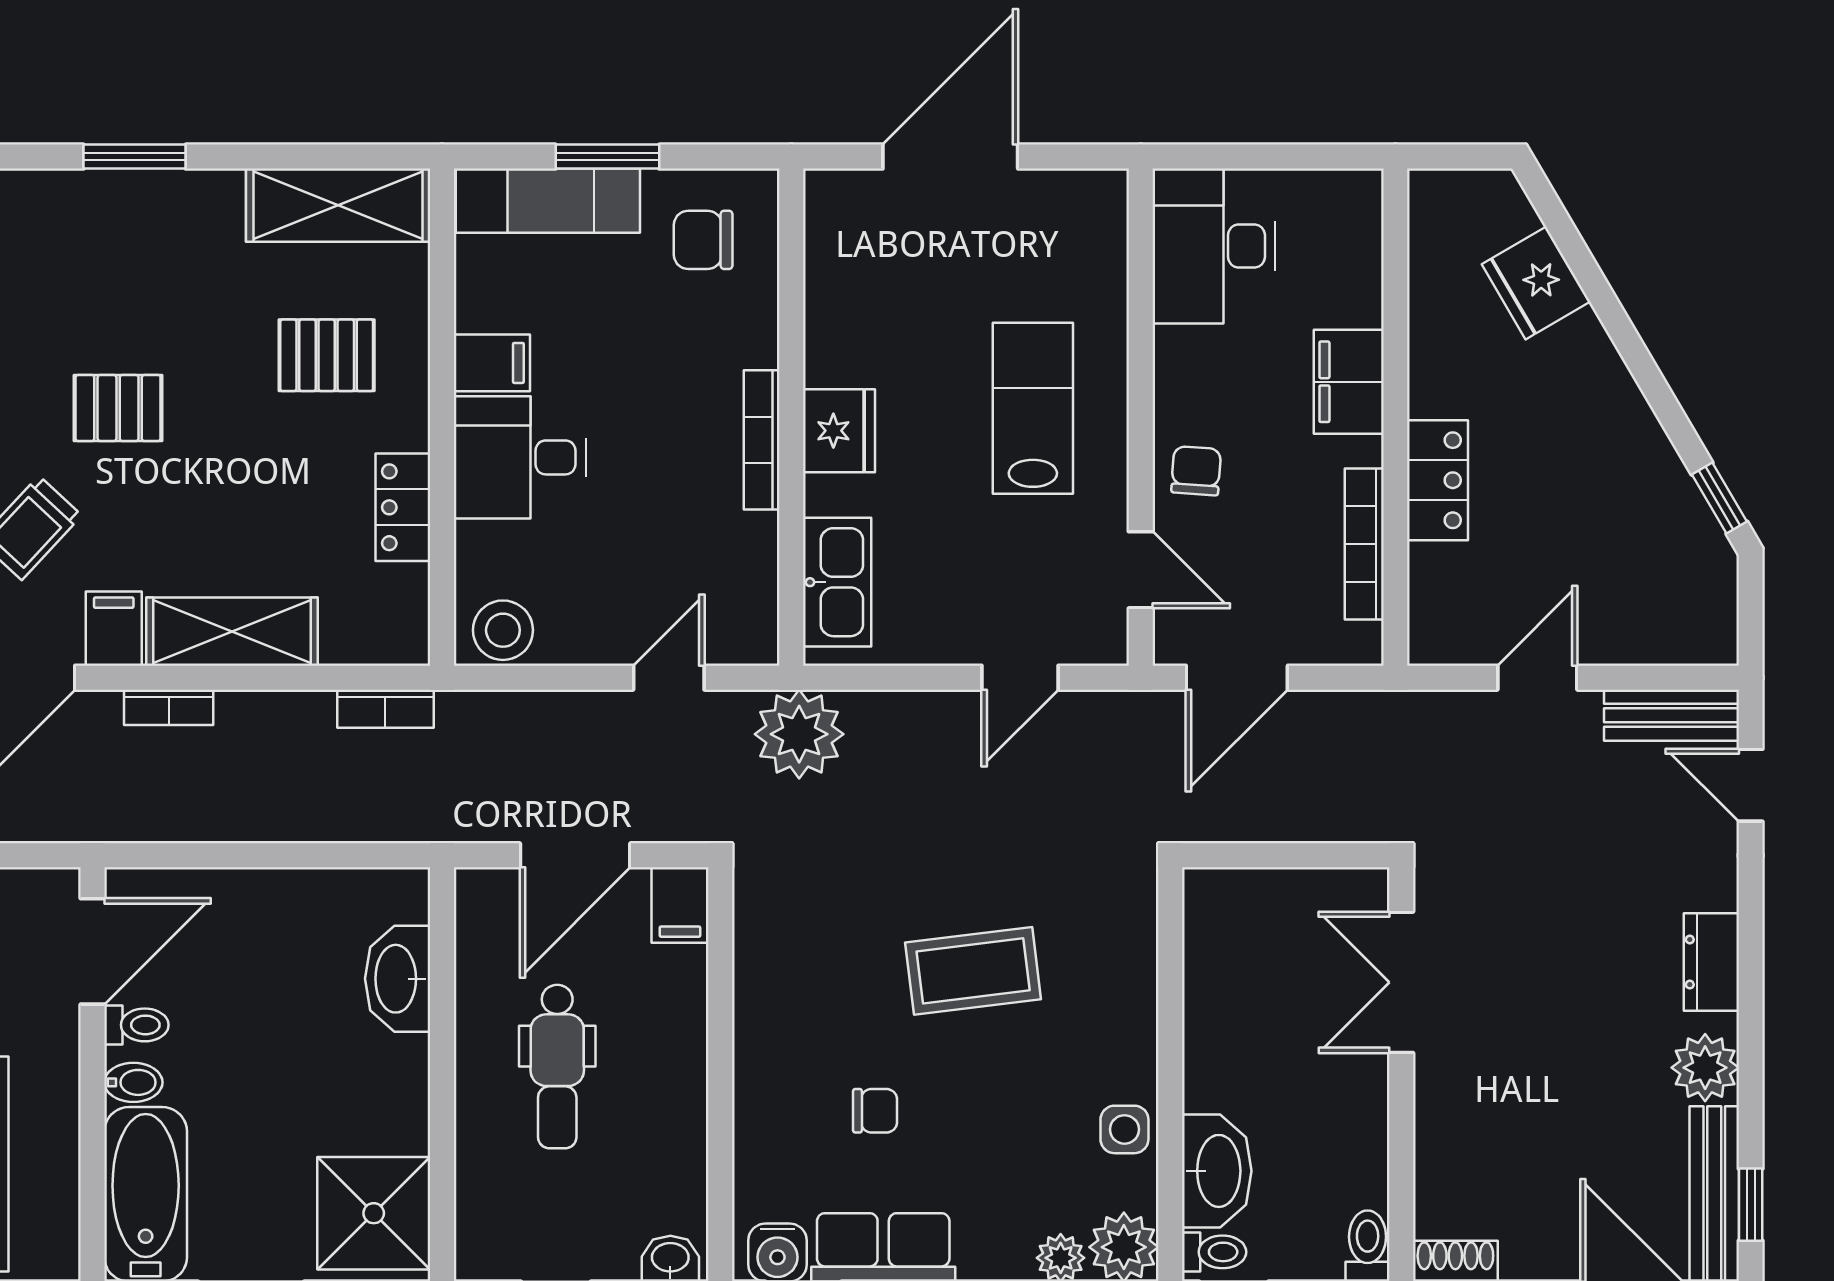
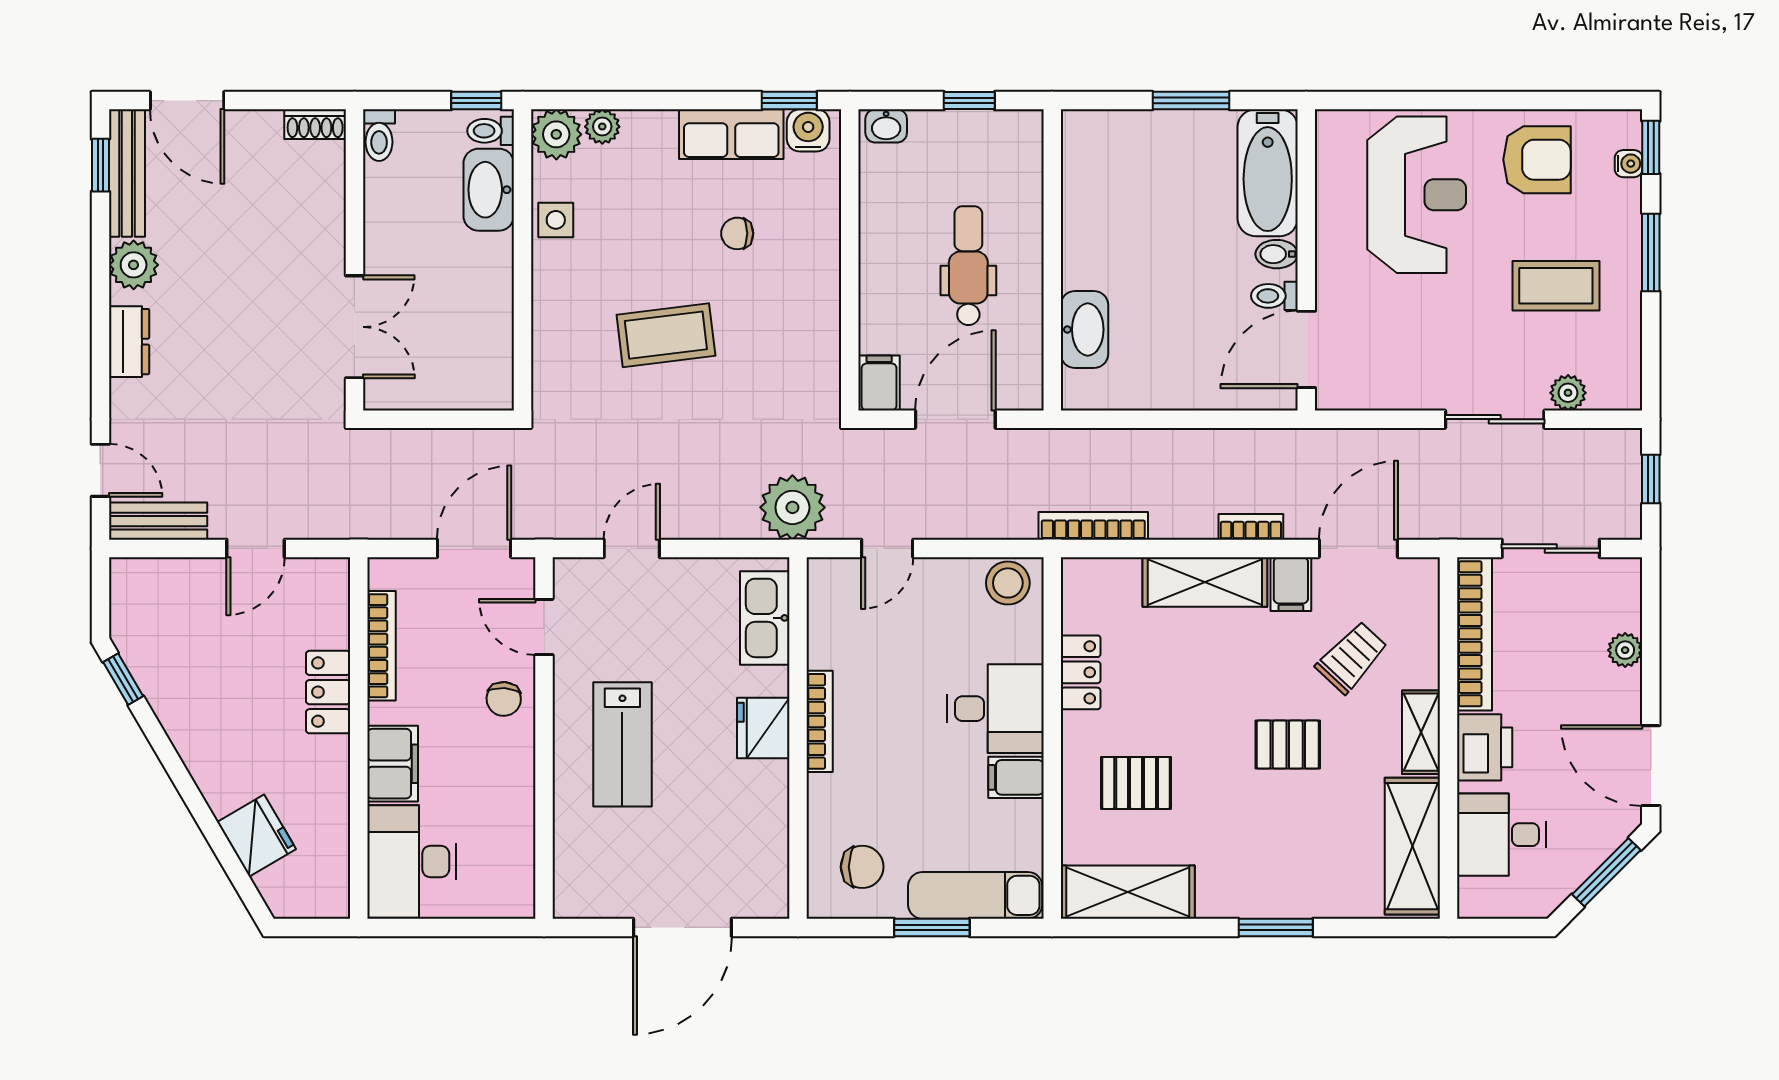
desk: (1214, 246) -> (412, 861), moved, turned 180
bookcase: (385, 709) -> (1093, 526), width x1.56
shower: (374, 1213) -> (1102, 159), removed

